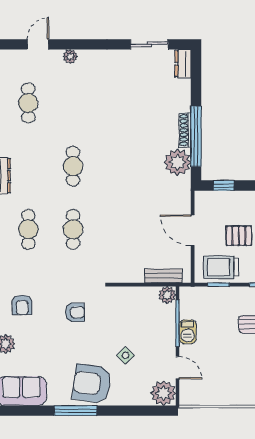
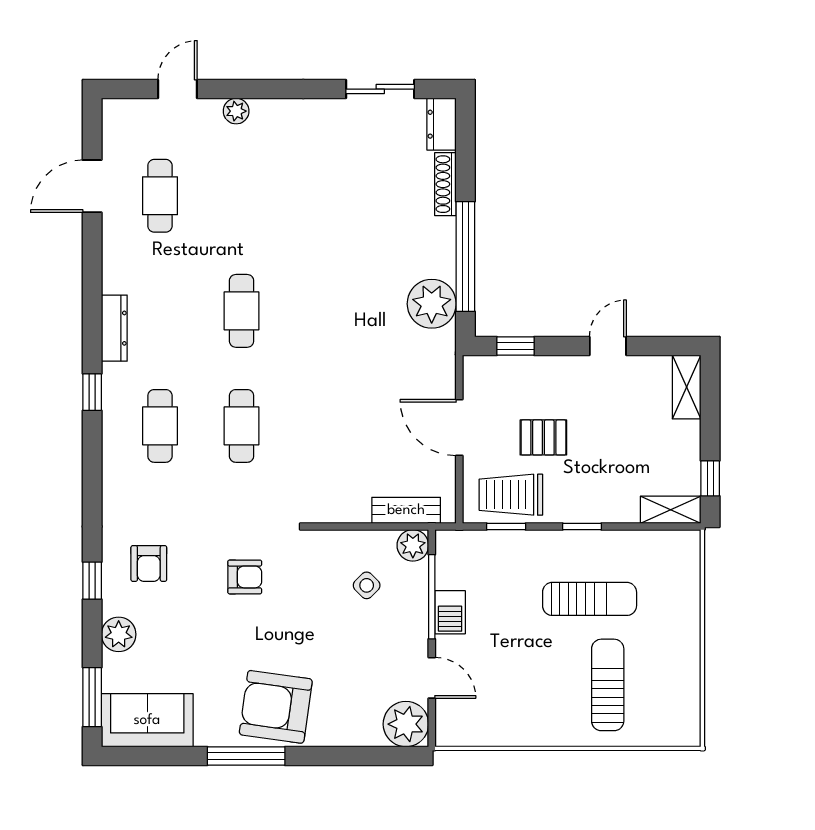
shoe rack: (185, 130) -> (445, 184), moved
side table: (125, 355) -> (367, 585), moved

